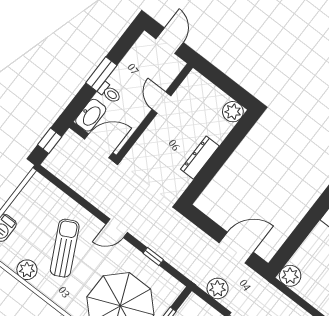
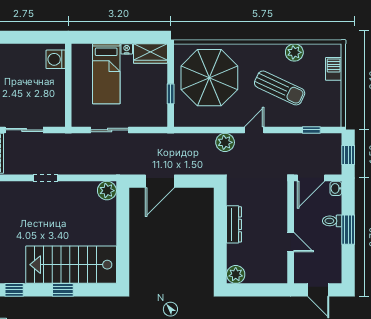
washbasin: (91, 115) -> (336, 188), width x0.52, depth x0.69
sun lounger: (65, 248) -> (280, 88), turned -38
window: (153, 257) -> (311, 130), moved
plant: (218, 288) -> (225, 142), moved

